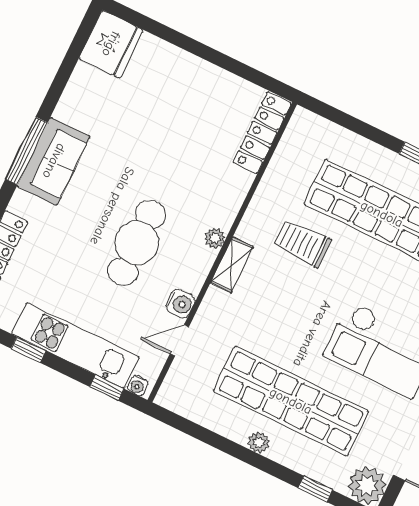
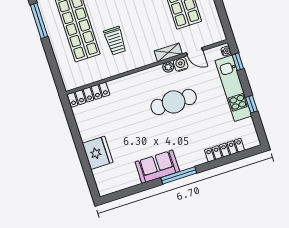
fridge: (111, 44) -> (98, 153), moved, turned 90
sofa: (54, 161) -> (157, 167), moved
plant: (215, 238) -> (168, 67), moved
shelving: (232, 265) -> (168, 52), moved

